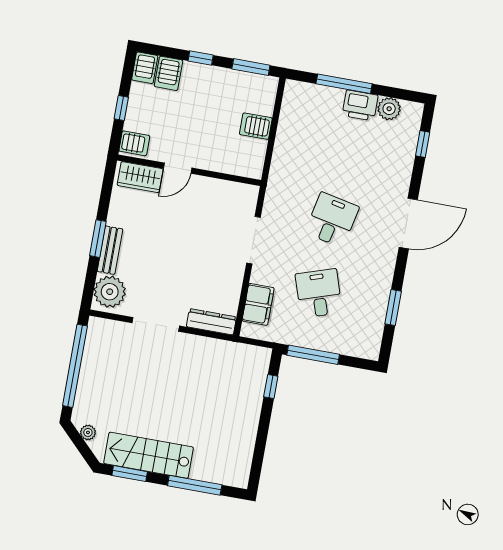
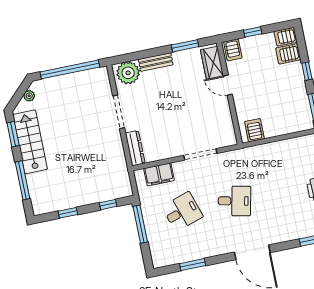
server rack: (256, 126) -> (254, 130), moved
window: (98, 239) -> (185, 46), moved
window: (261, 443) -> (68, 213), added

